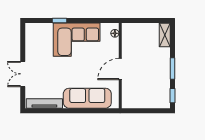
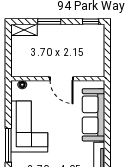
window: (60, 21) -> (8, 145), width x2.17
window: (172, 69) -> (49, 21), moved

